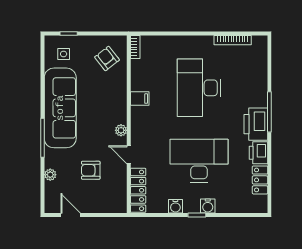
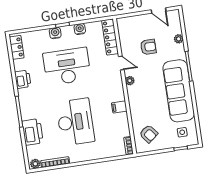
plant: (259, 42) -> (35, 164), added
printer: (256, 124) -> (33, 132), moved
desk: (199, 161) -> (67, 66), turned 180
locker: (260, 180) -> (17, 47), moved

